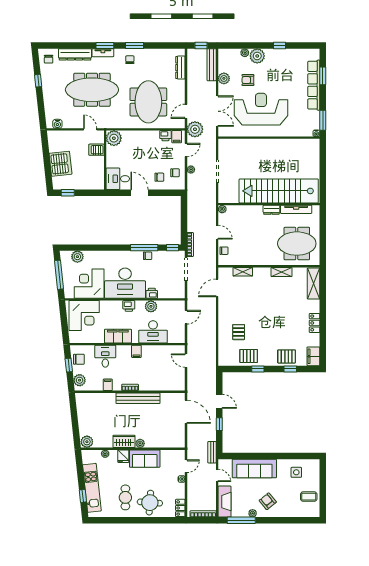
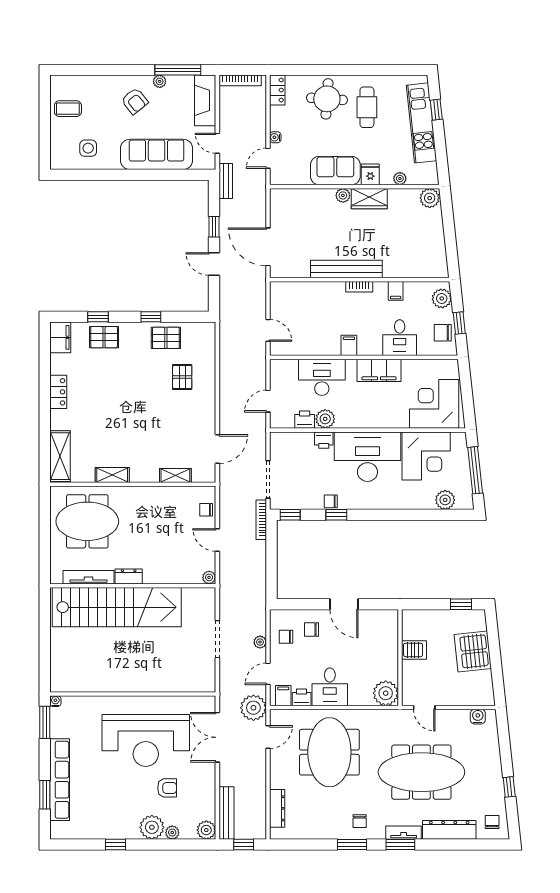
plant: (224, 78) -> (206, 830), moved
server rack: (96, 150) -> (414, 650), moved
desk: (118, 179) -> (330, 687), moved, turned 90
window: (144, 248) -> (336, 515), width x0.46
printer: (129, 306) -> (305, 420), moved

